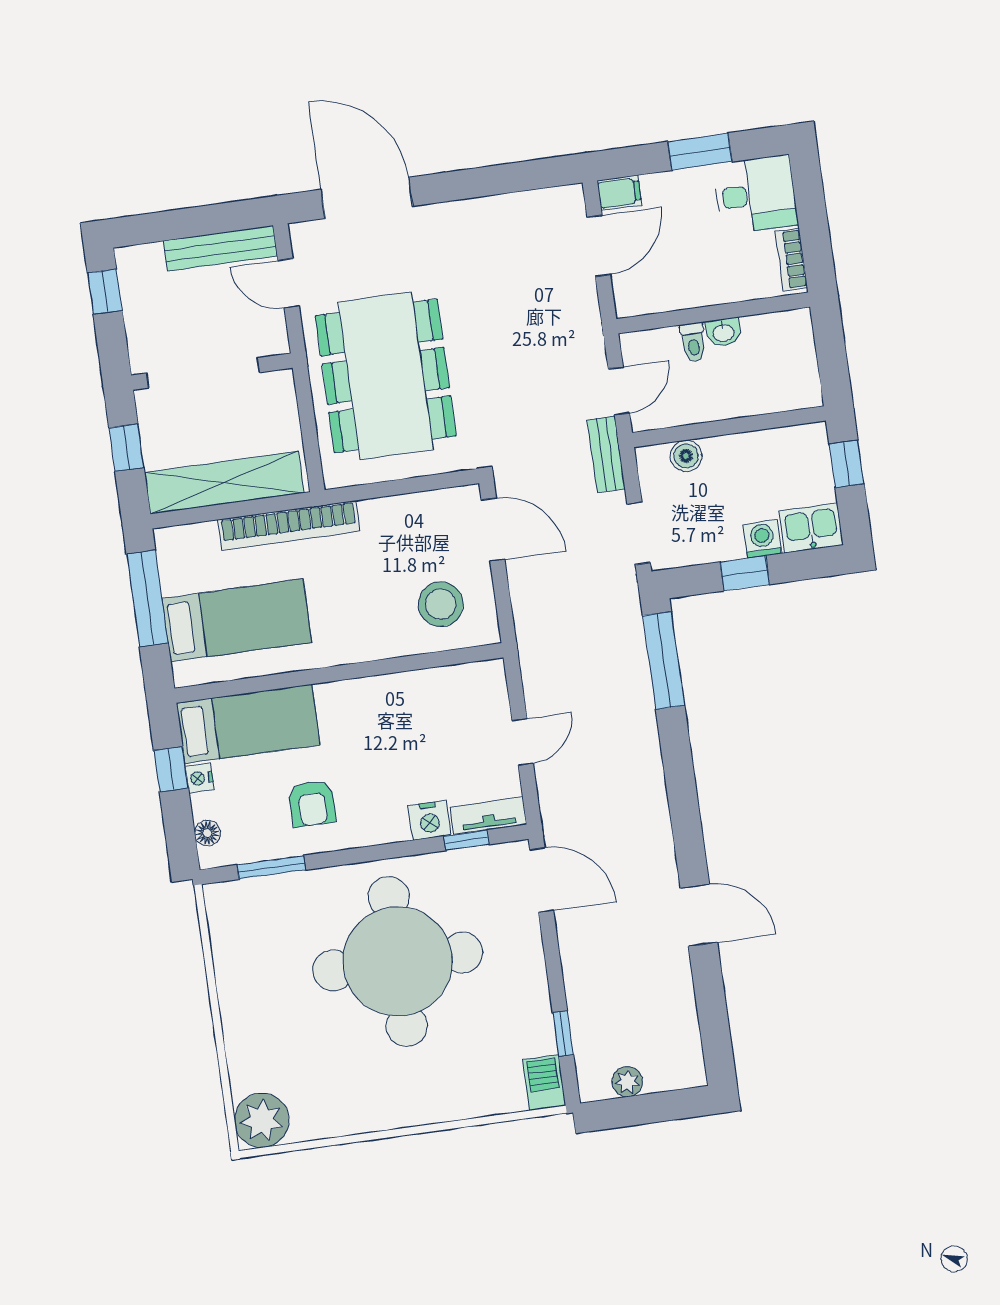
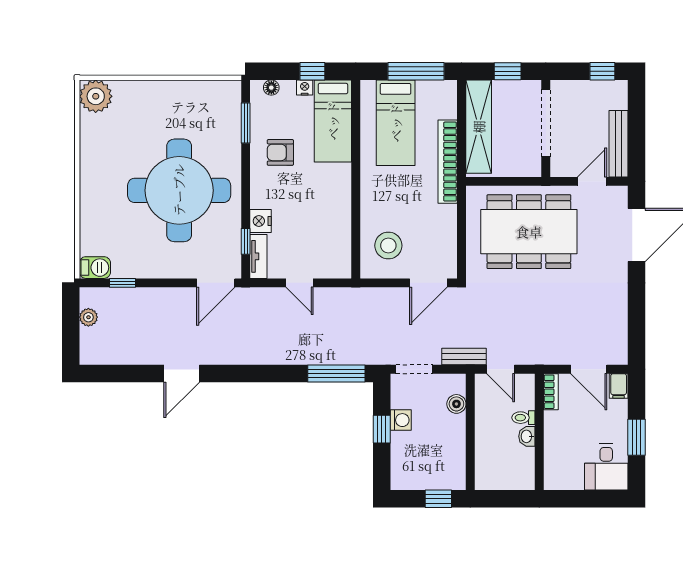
bookcase: (791, 259) -> (551, 392), moved, turned 90
kitchen sink: (811, 528) -> (403, 472), removed
washing machine: (762, 539) -> (401, 420), moved

